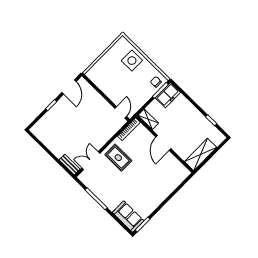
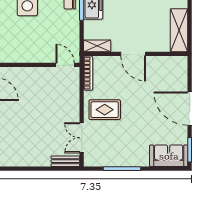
door: (165, 202) -> (190, 109), added

